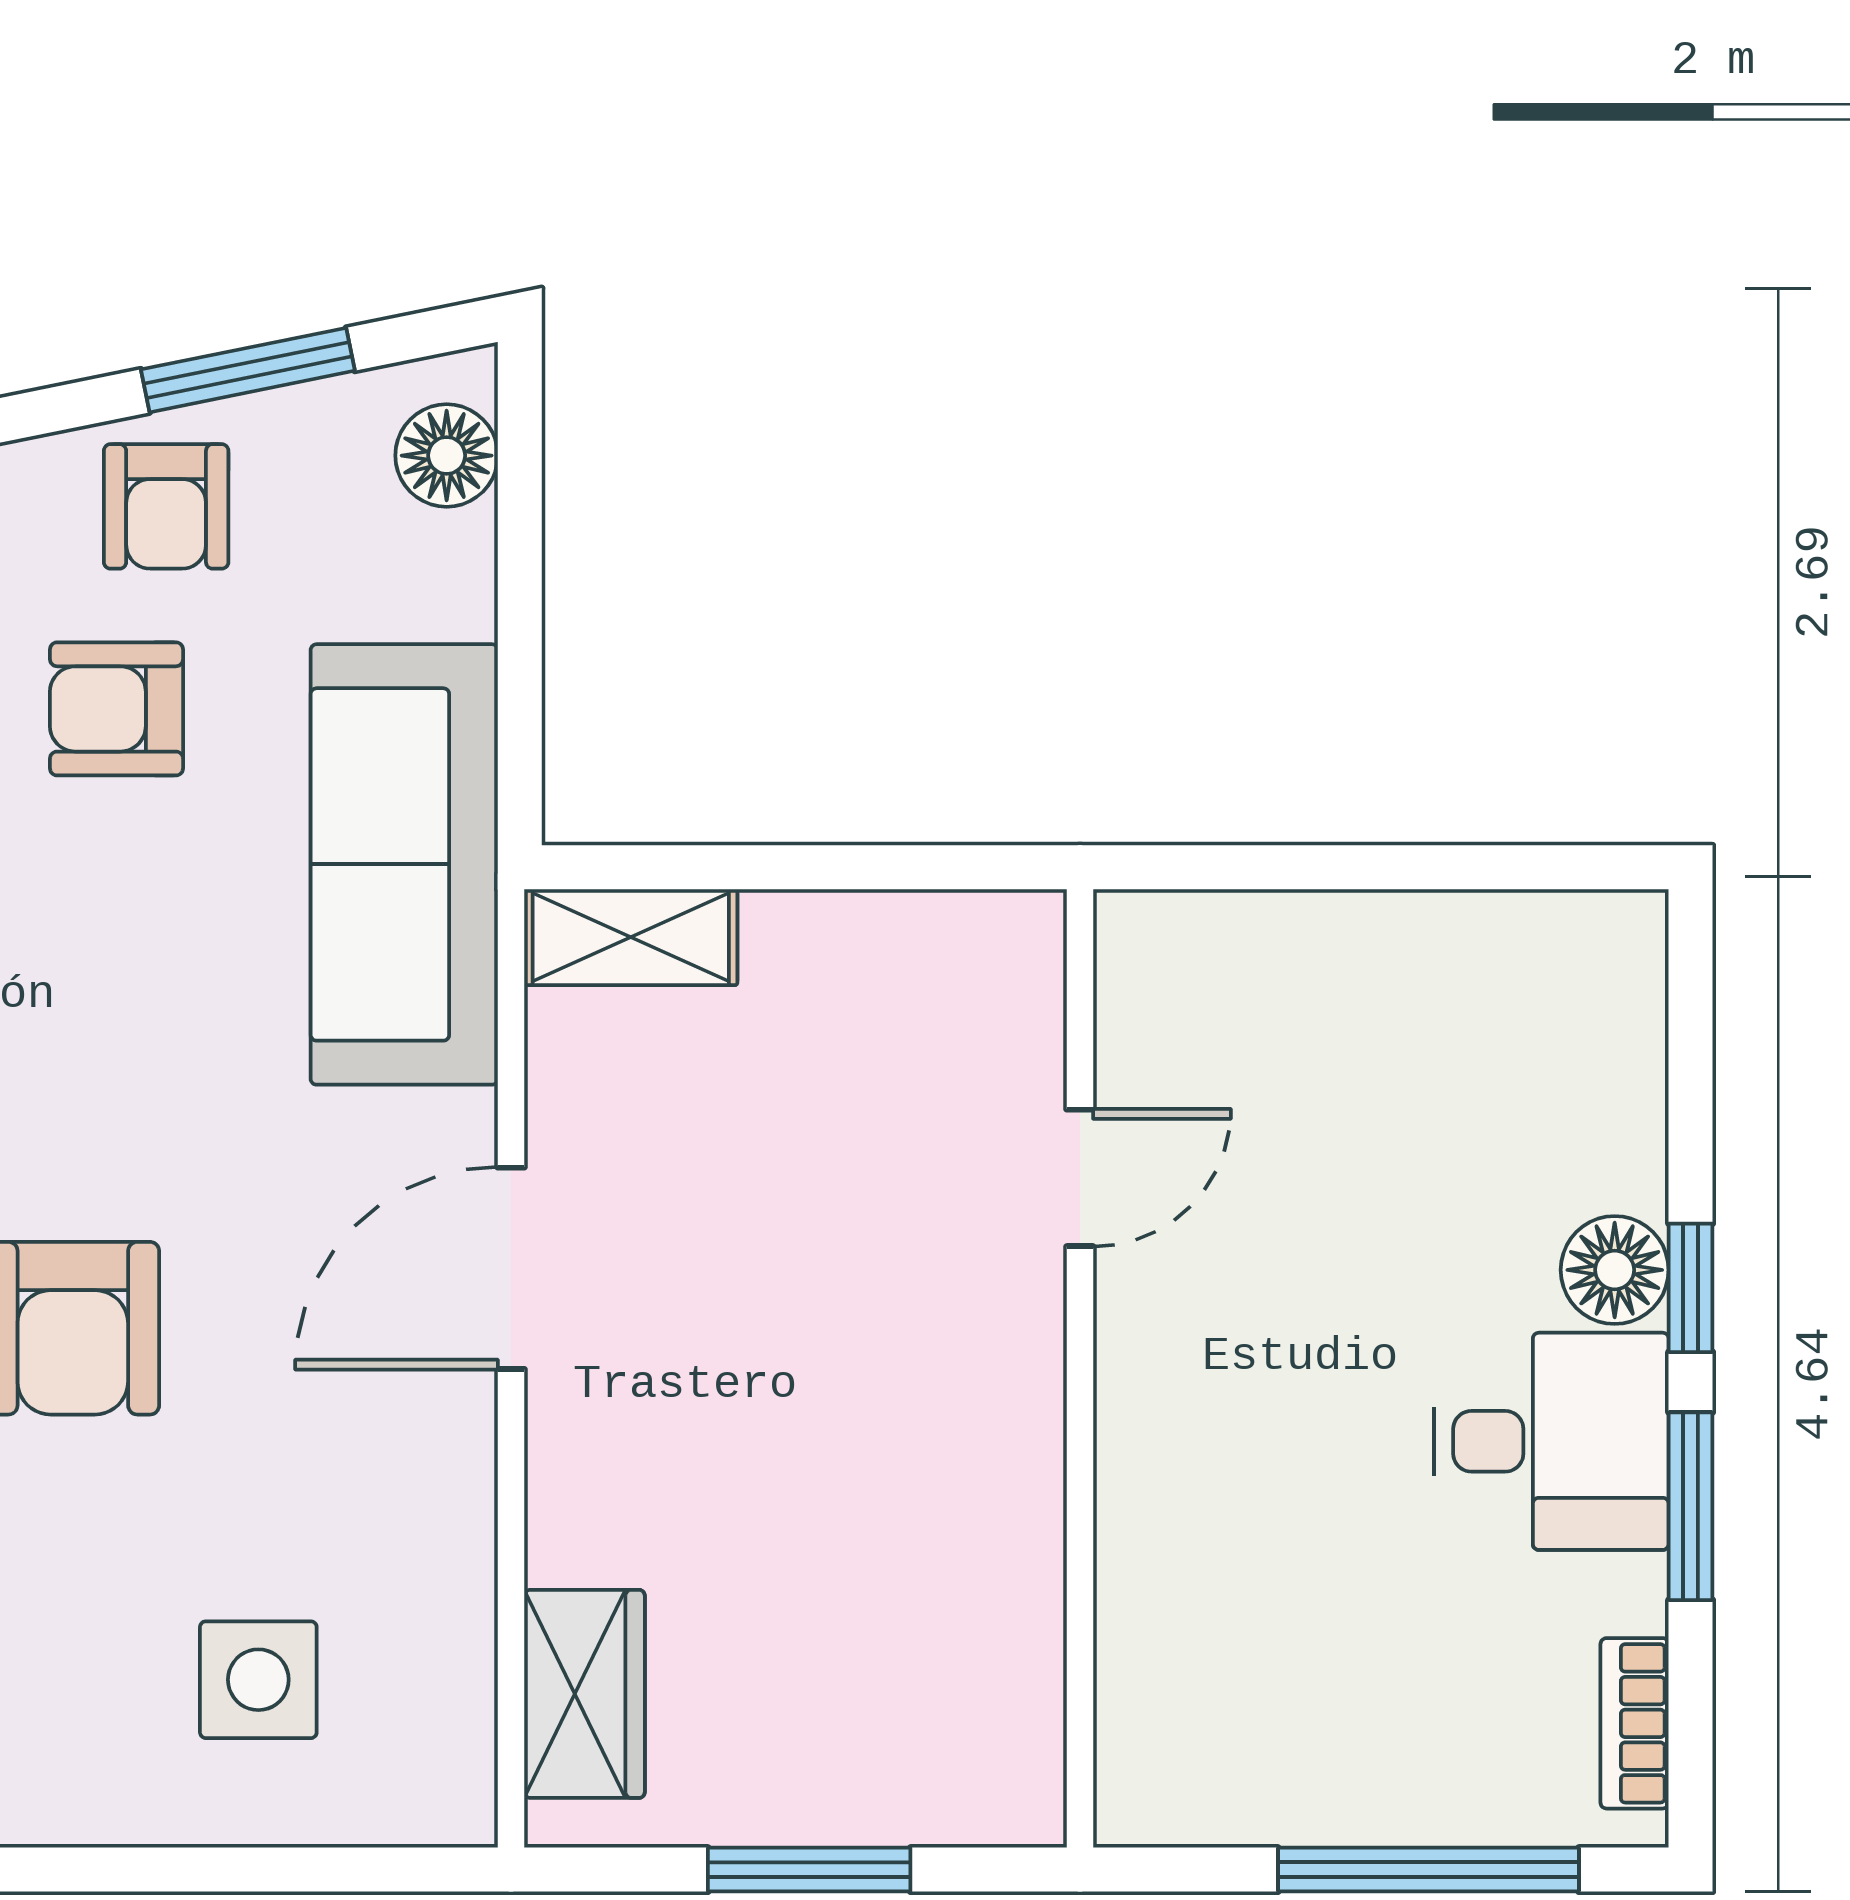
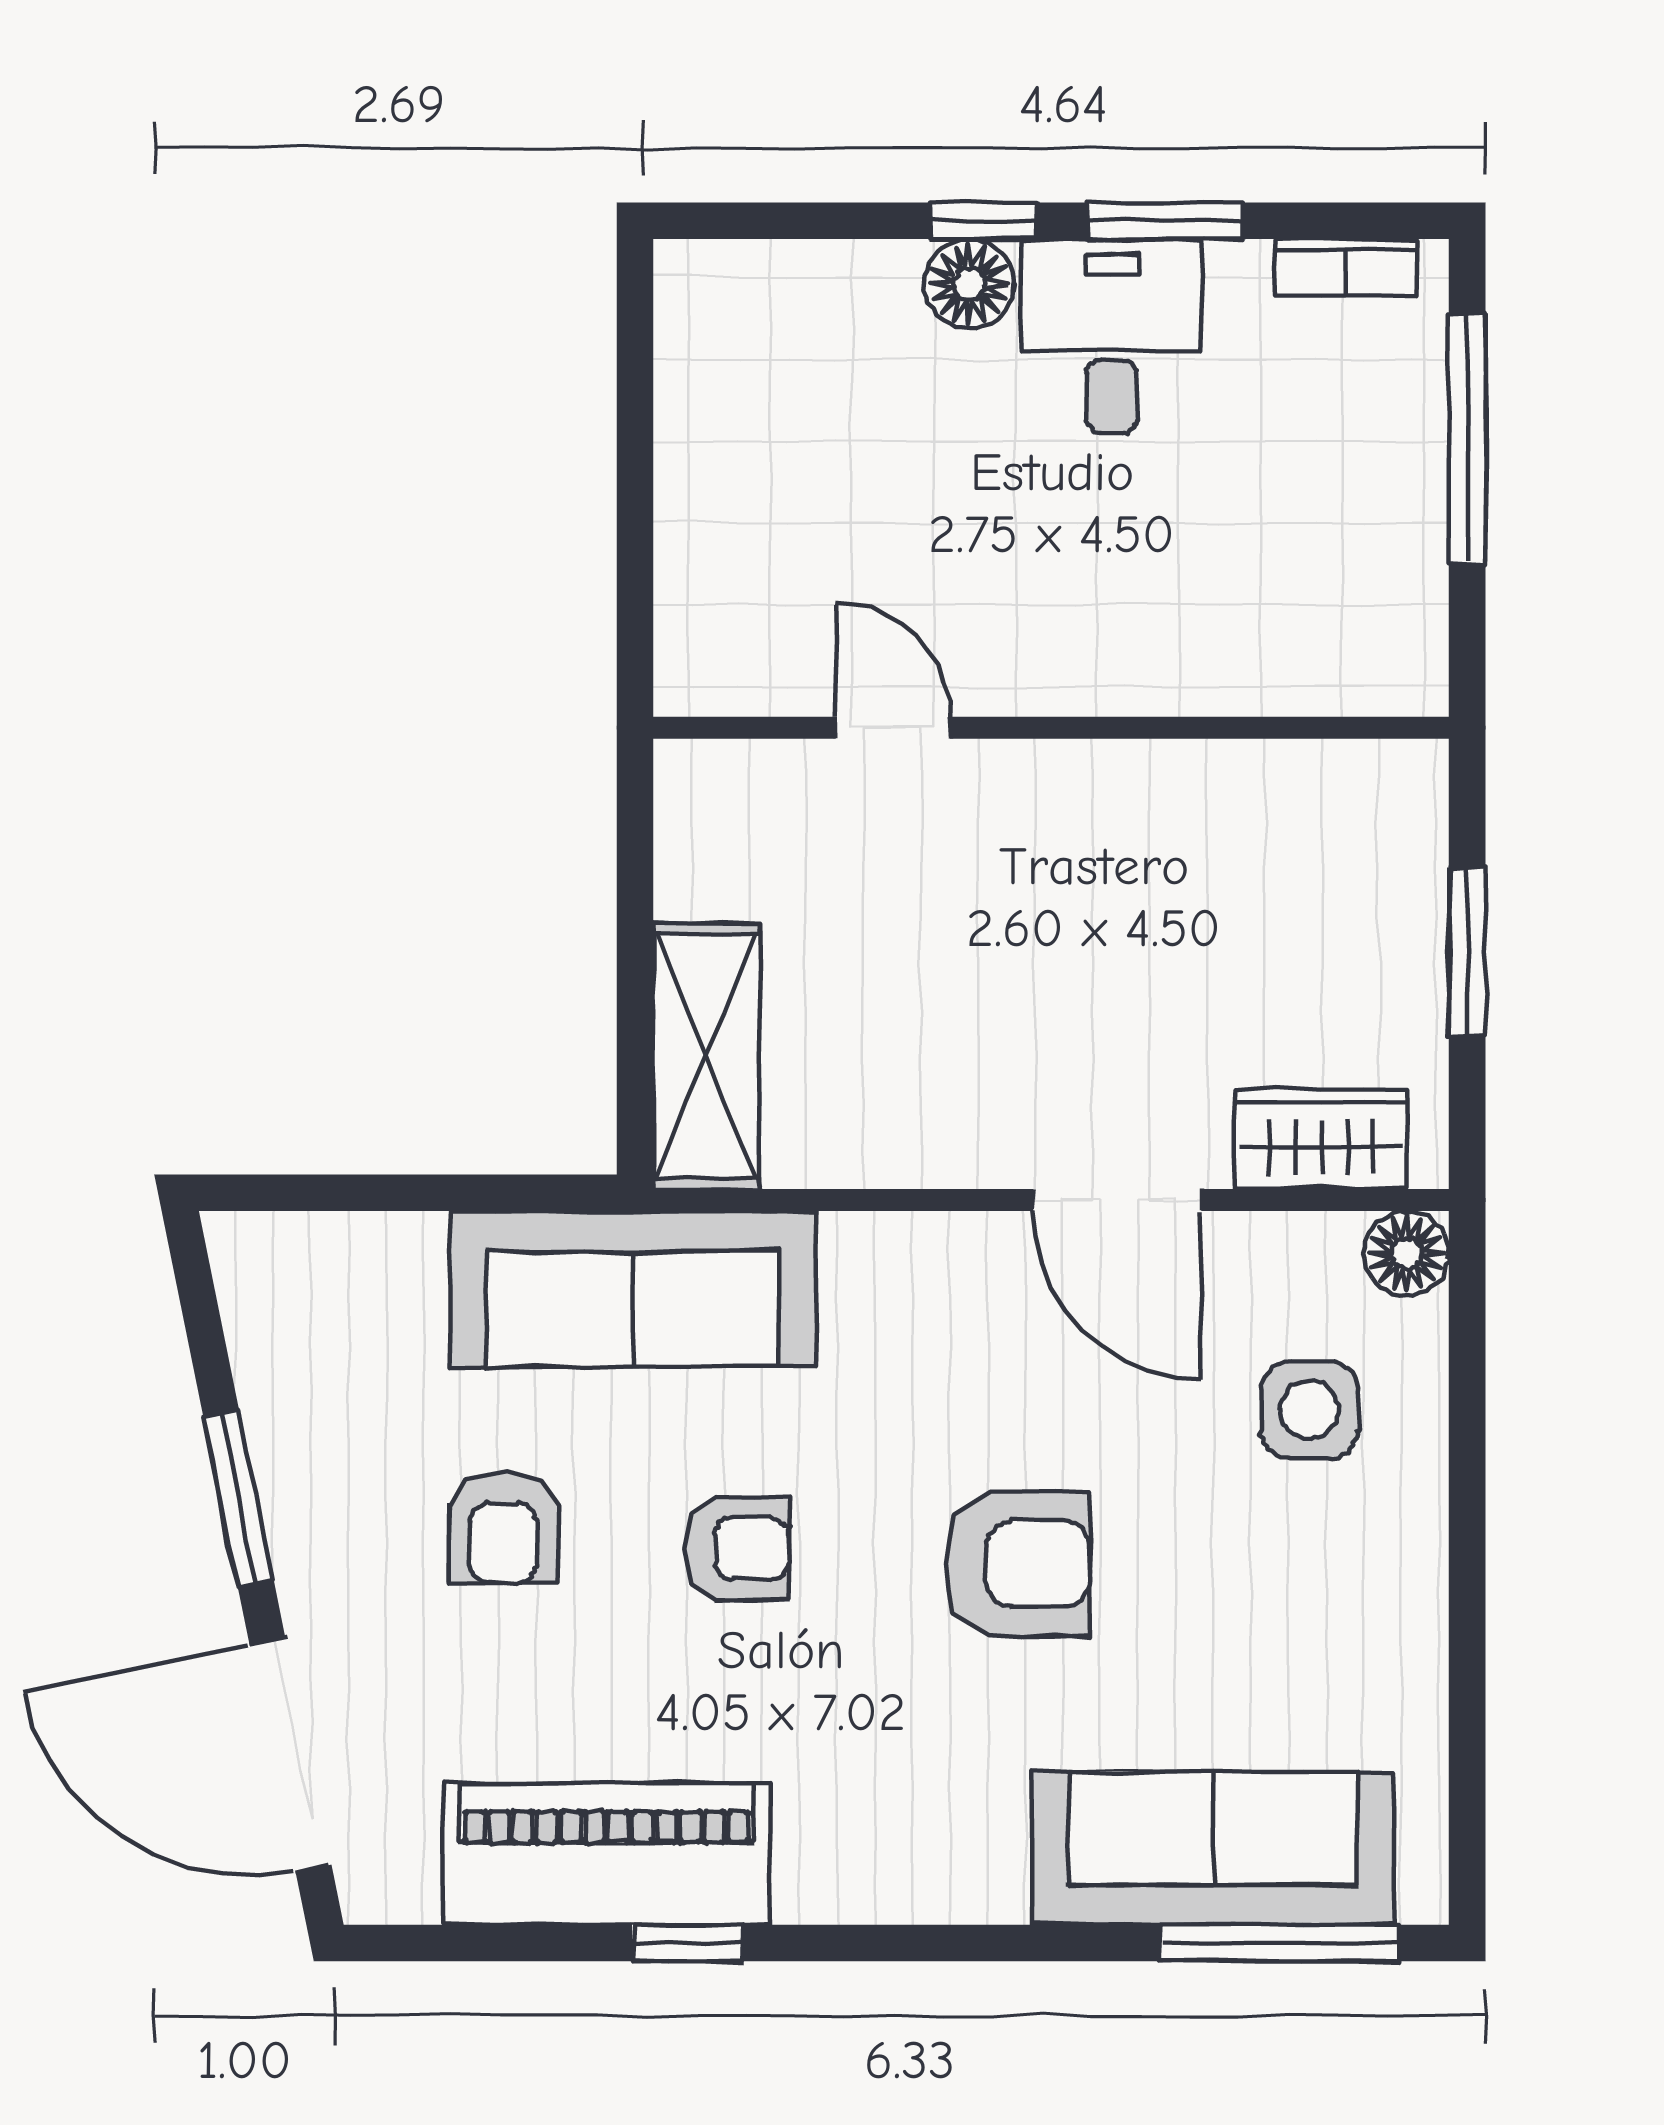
window: (248, 370) -> (238, 1498), moved
floor lamp: (447, 456) -> (1406, 1253), moved
armchair: (166, 506) -> (737, 1548), moved
shelving: (631, 937) -> (706, 1056), width x1.50, depth x1.33
door: (511, 1268) -> (1117, 1200), moved

